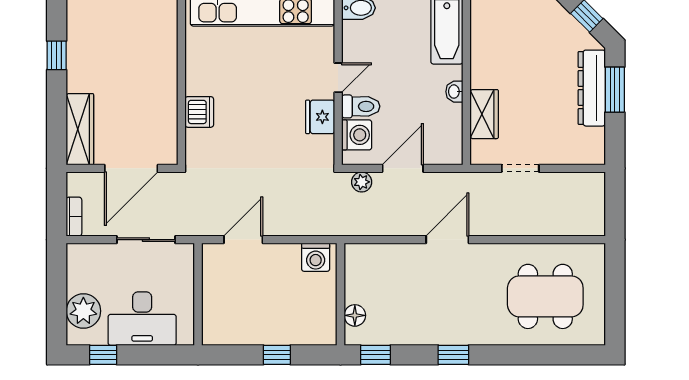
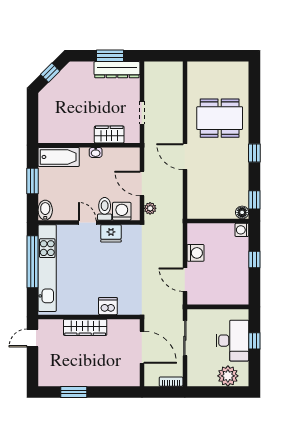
window: (57, 55) -> (74, 392), width x1.50
dresser: (592, 88) -> (117, 70), moved
window: (615, 90) -> (110, 56), moved
wardrobe: (80, 129) -> (85, 327), moved, turned 180
washing machine: (316, 257) -> (196, 253), moved
dining table: (545, 296) -> (220, 118), moved, turned 90
floor lamp: (355, 315) -> (242, 212), moved
washing machine: (326, 334) -> (242, 230), added
window: (103, 355) -> (254, 341), moved

